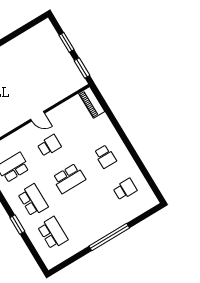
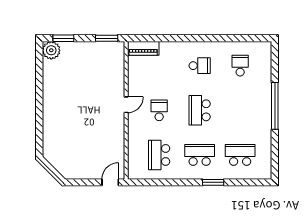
plant: (45, 29) -> (51, 50), added
window: (66, 42) -> (63, 38), moved
school desk: (69, 178) -> (200, 110), turned 180

